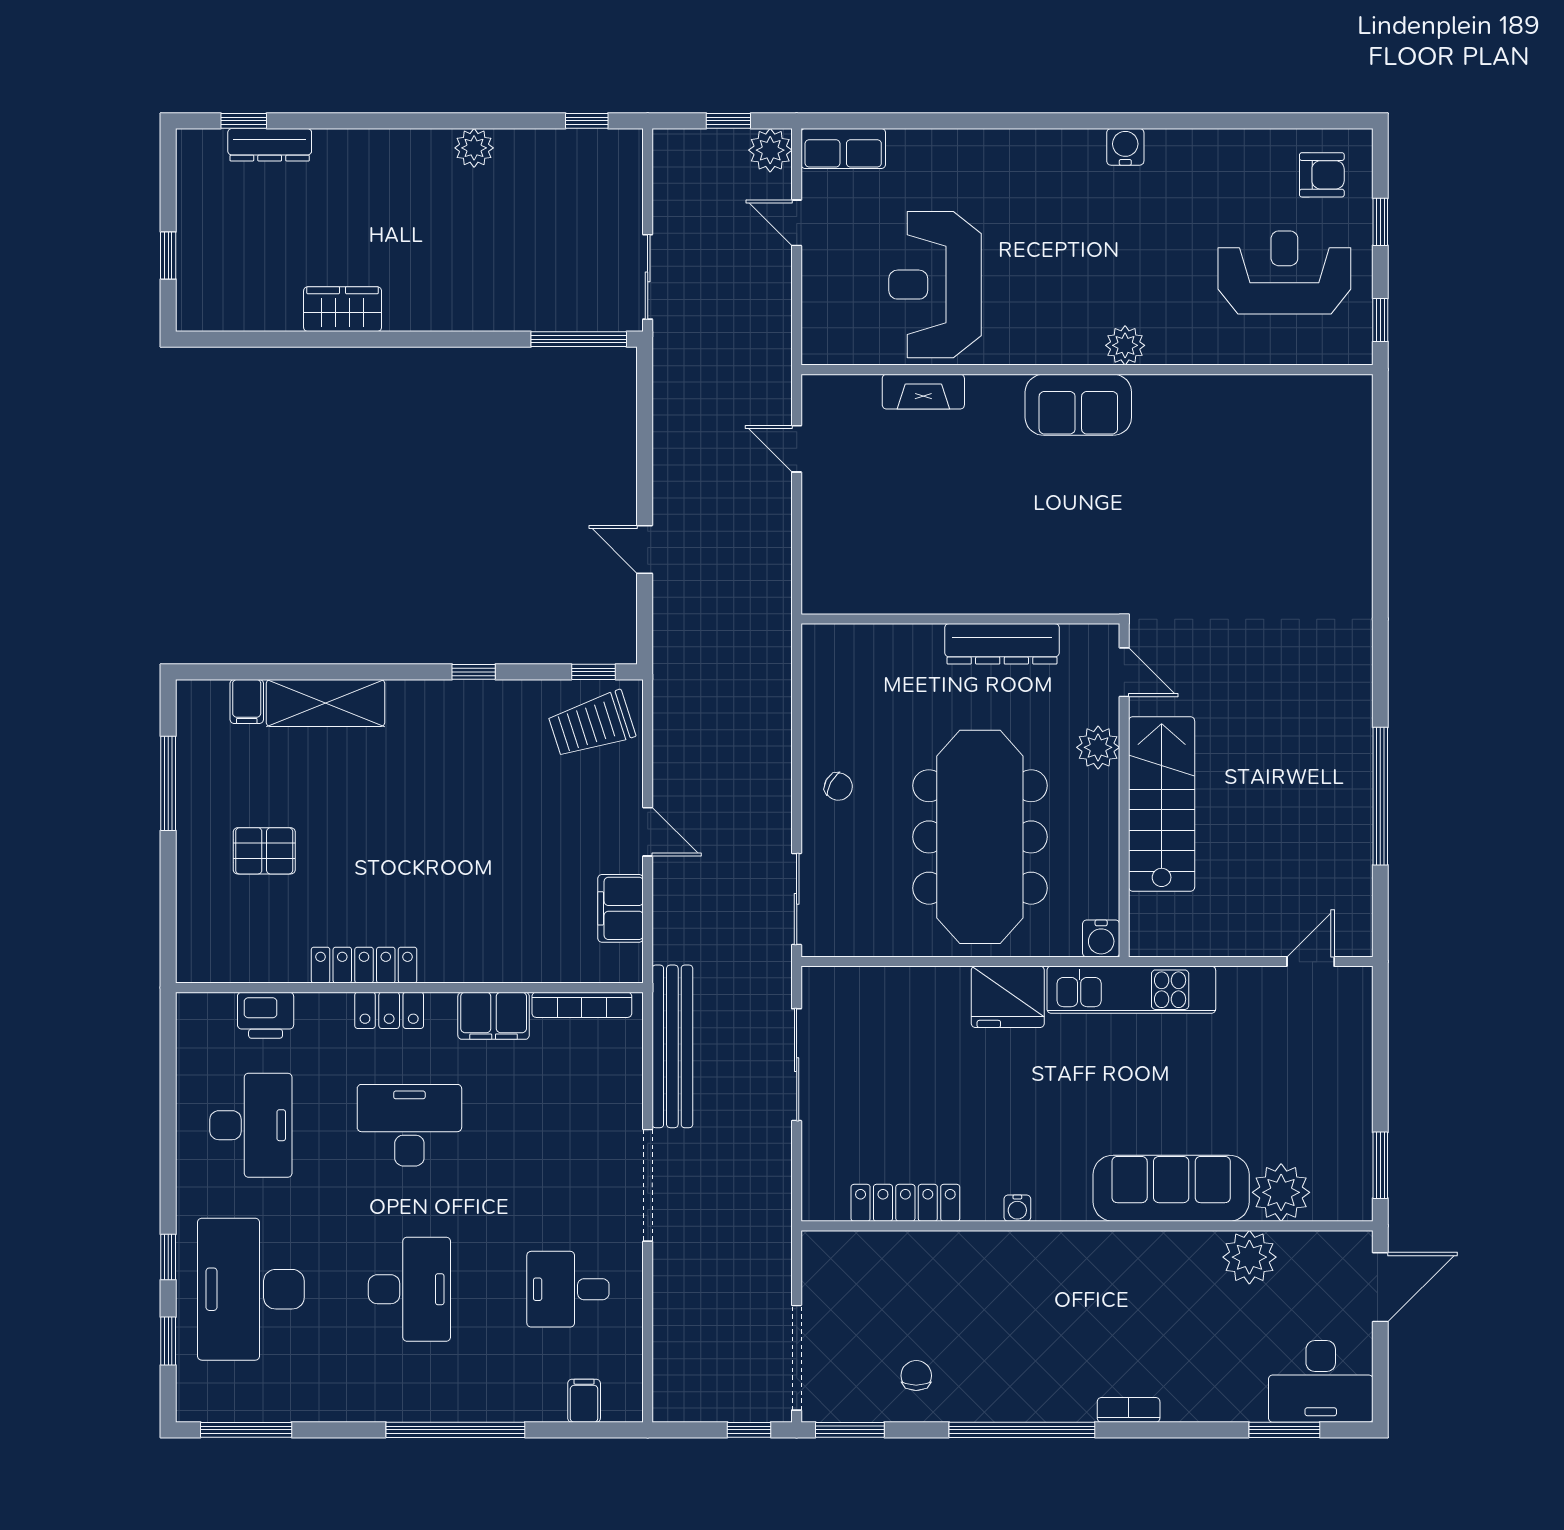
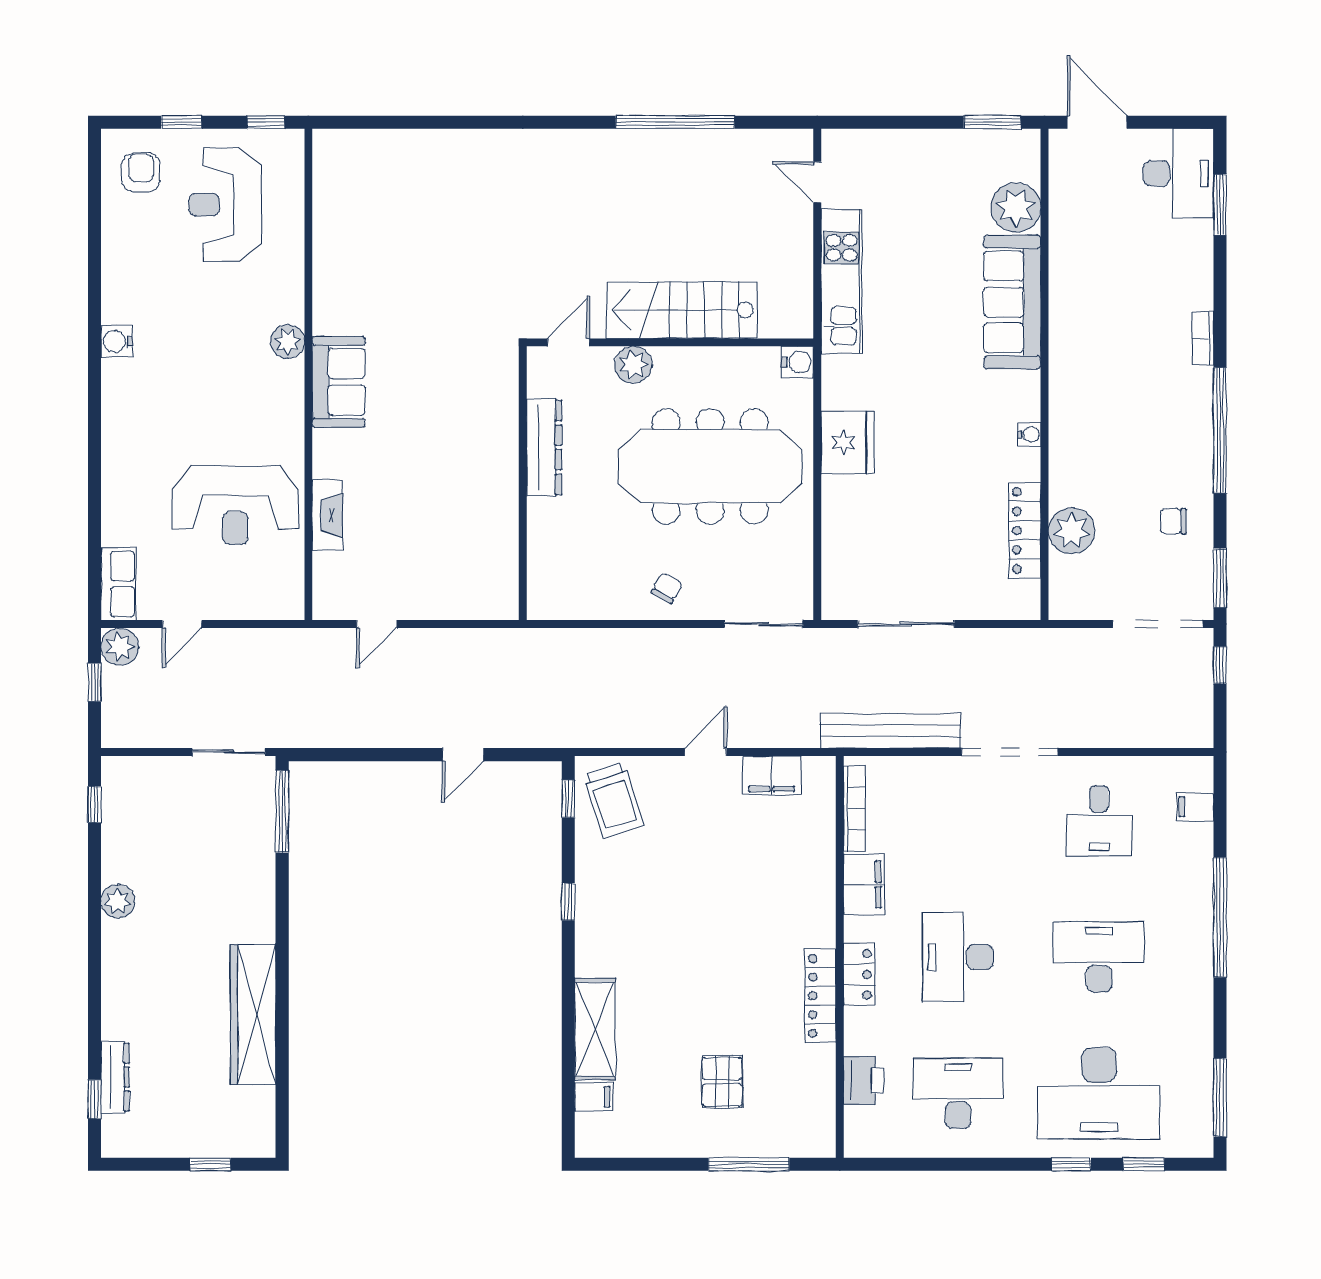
wardrobe: (343, 309) -> (253, 1014), width x2.10, depth x1.17
window: (168, 783) -> (749, 1164), moved
kitchen unit: (1131, 990) -> (842, 281), moved
plant: (1249, 1257) -> (1072, 531), moved

